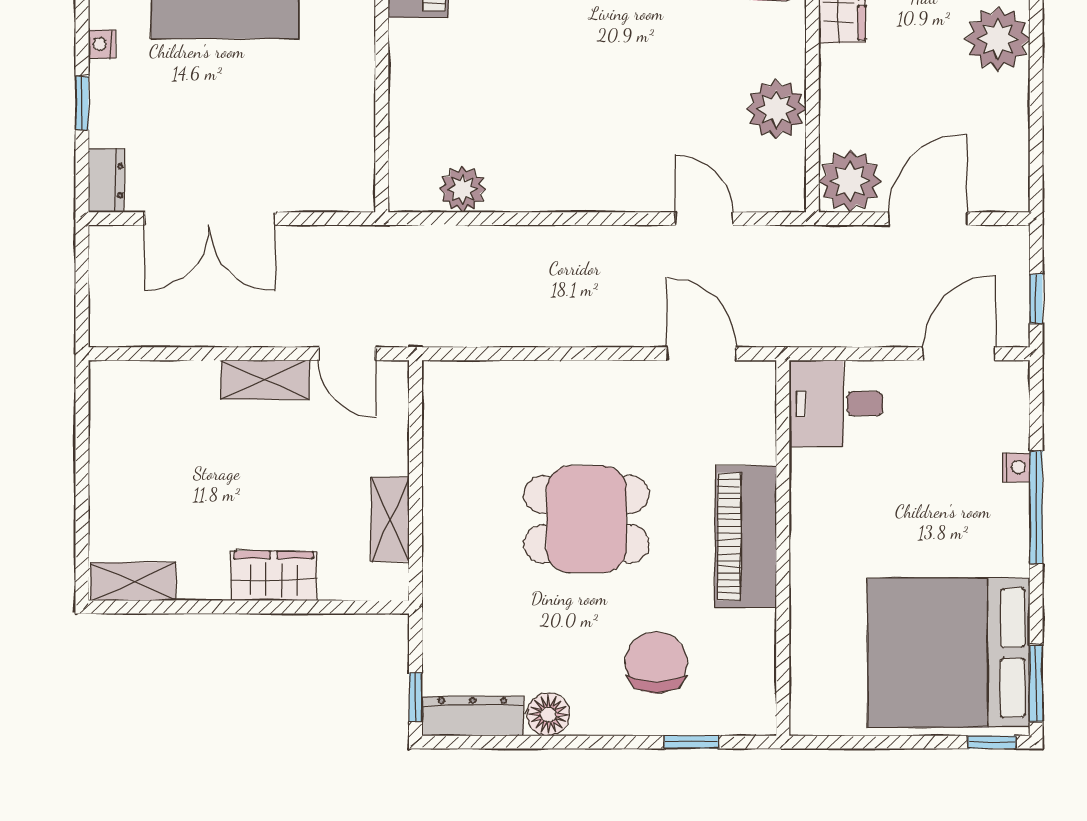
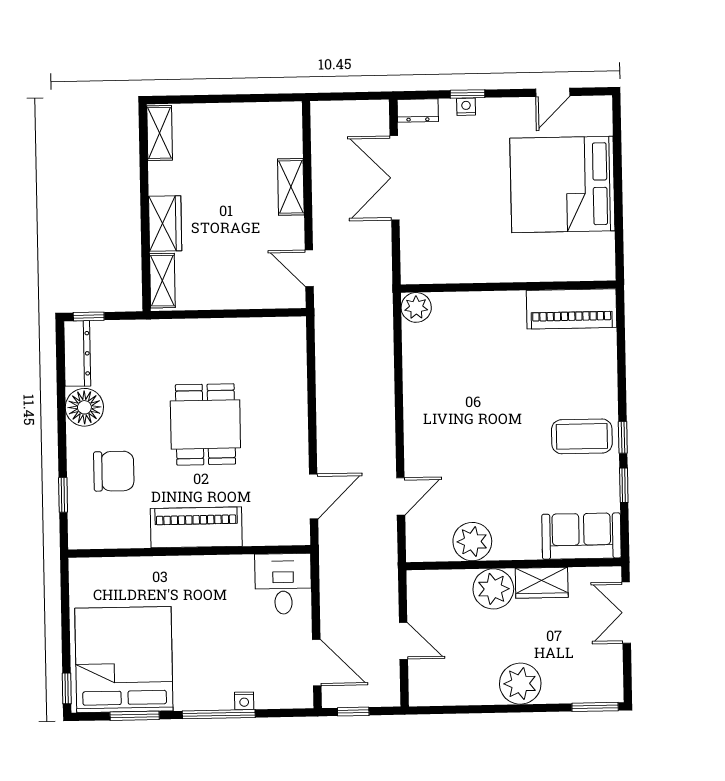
nightstand: (102, 44) -> (466, 107), moved
plant: (850, 181) -> (493, 589), moved
plant: (463, 189) -> (416, 307), moved
door: (928, 219) -> (403, 641), width x0.73
door: (347, 354) -> (309, 268), hinge flipped
shelving: (265, 380) -> (291, 187), moved
shelving: (390, 519) -> (162, 281), moved, turned 90
window: (1036, 683) -> (135, 716), moved
floor lamp: (548, 714) -> (84, 407), width x1.38, depth x1.38

